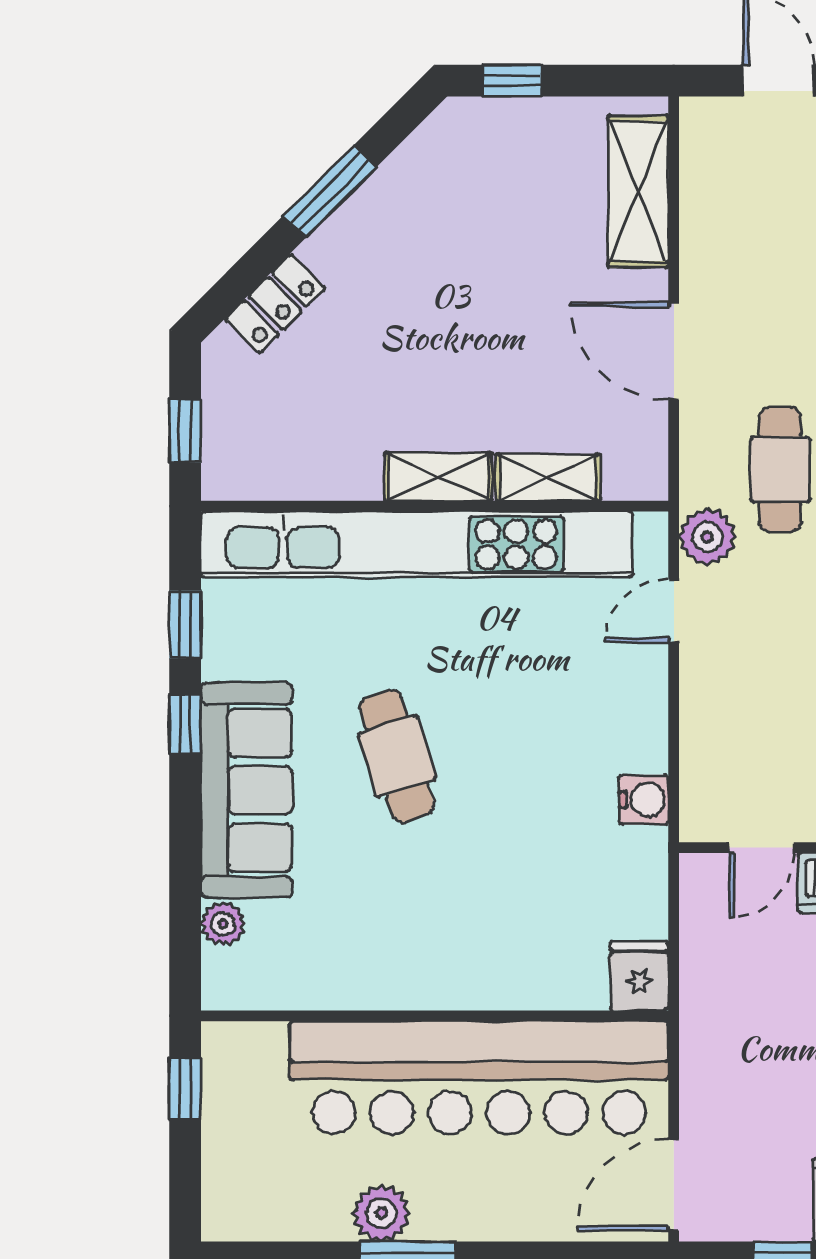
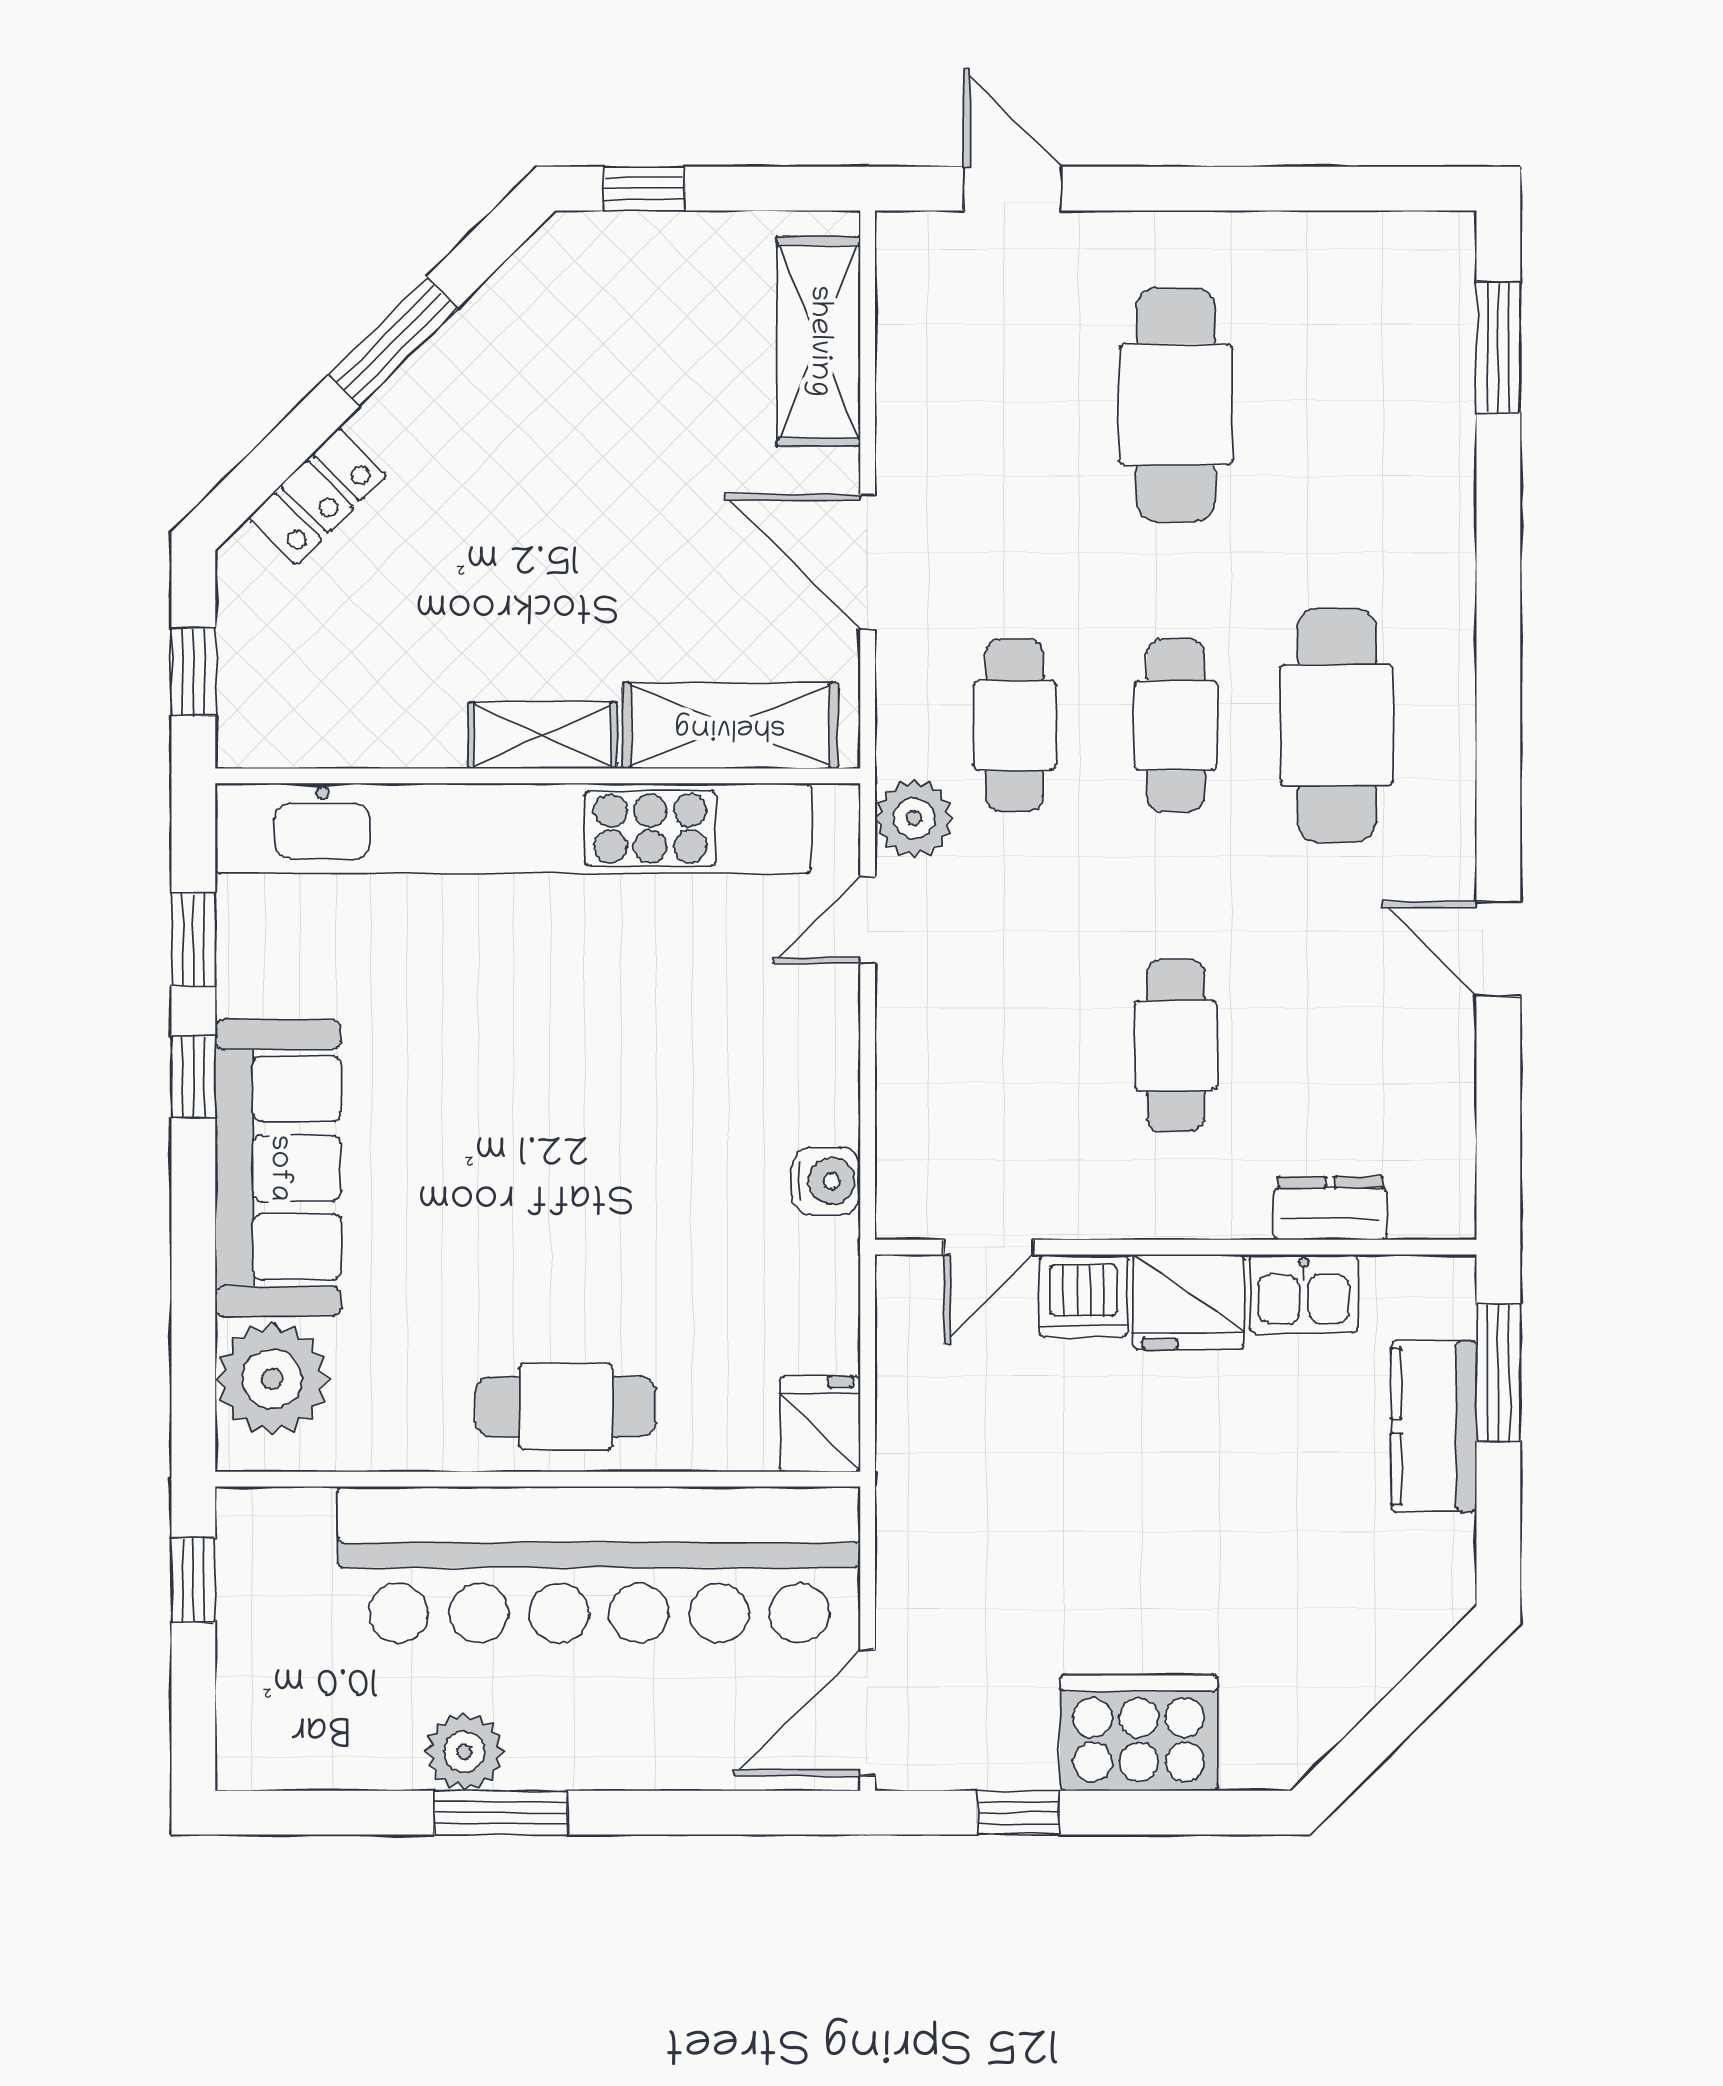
shelving: (548, 477) -> (730, 726), width x1.50, depth x1.33
cafe table: (397, 756) -> (566, 1407), moved, turned -73
plant: (223, 924) -> (272, 1379), width x1.88, depth x1.88

